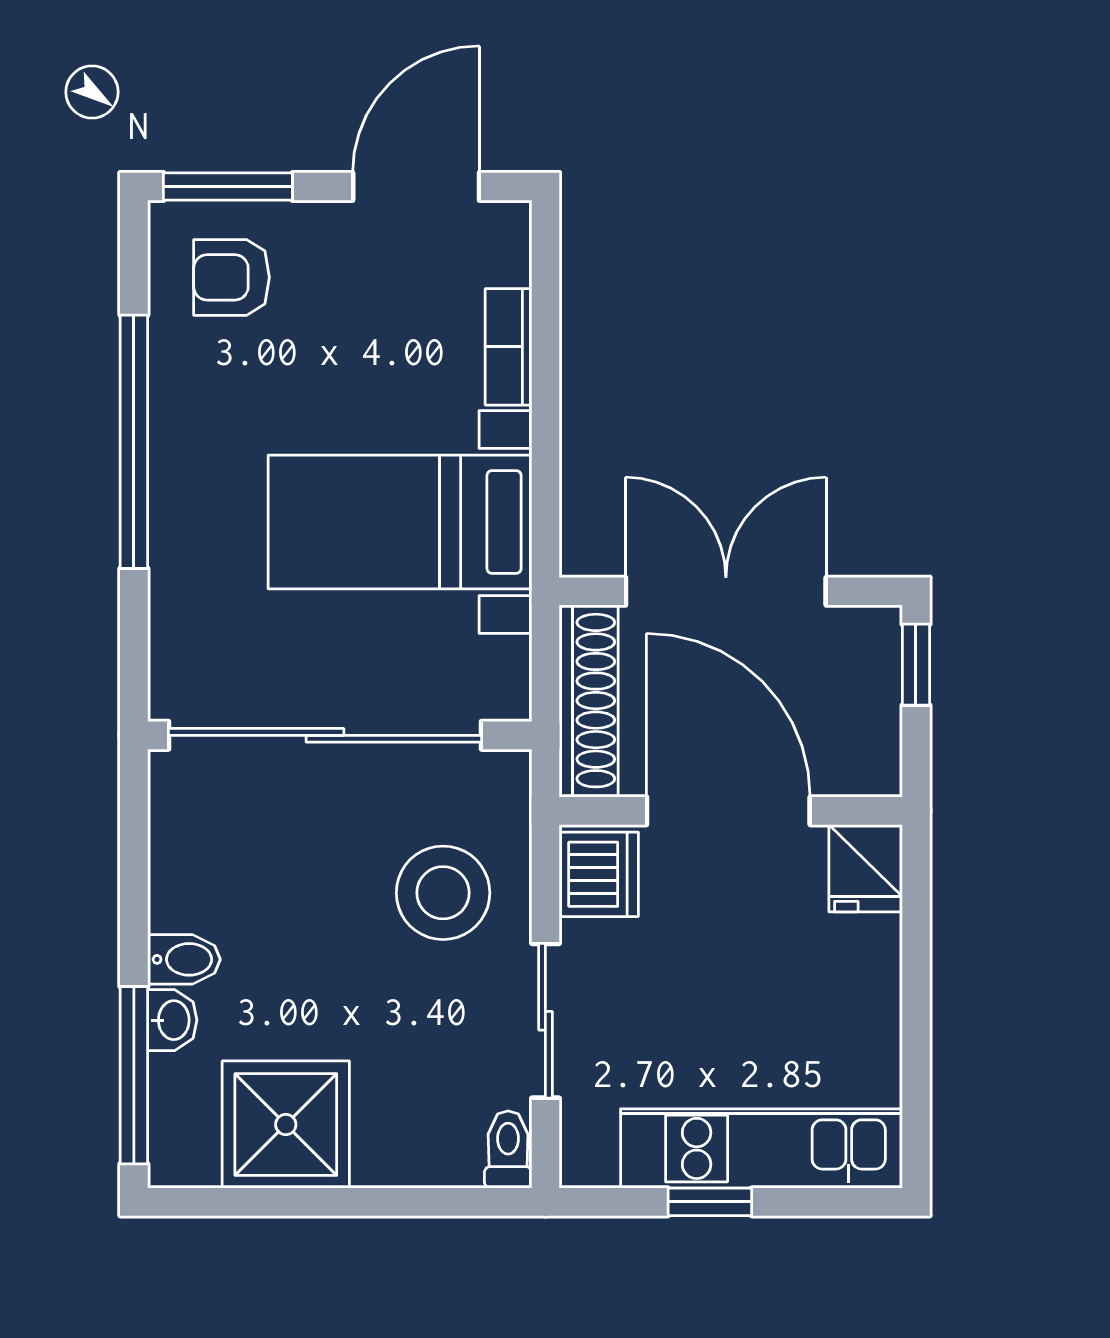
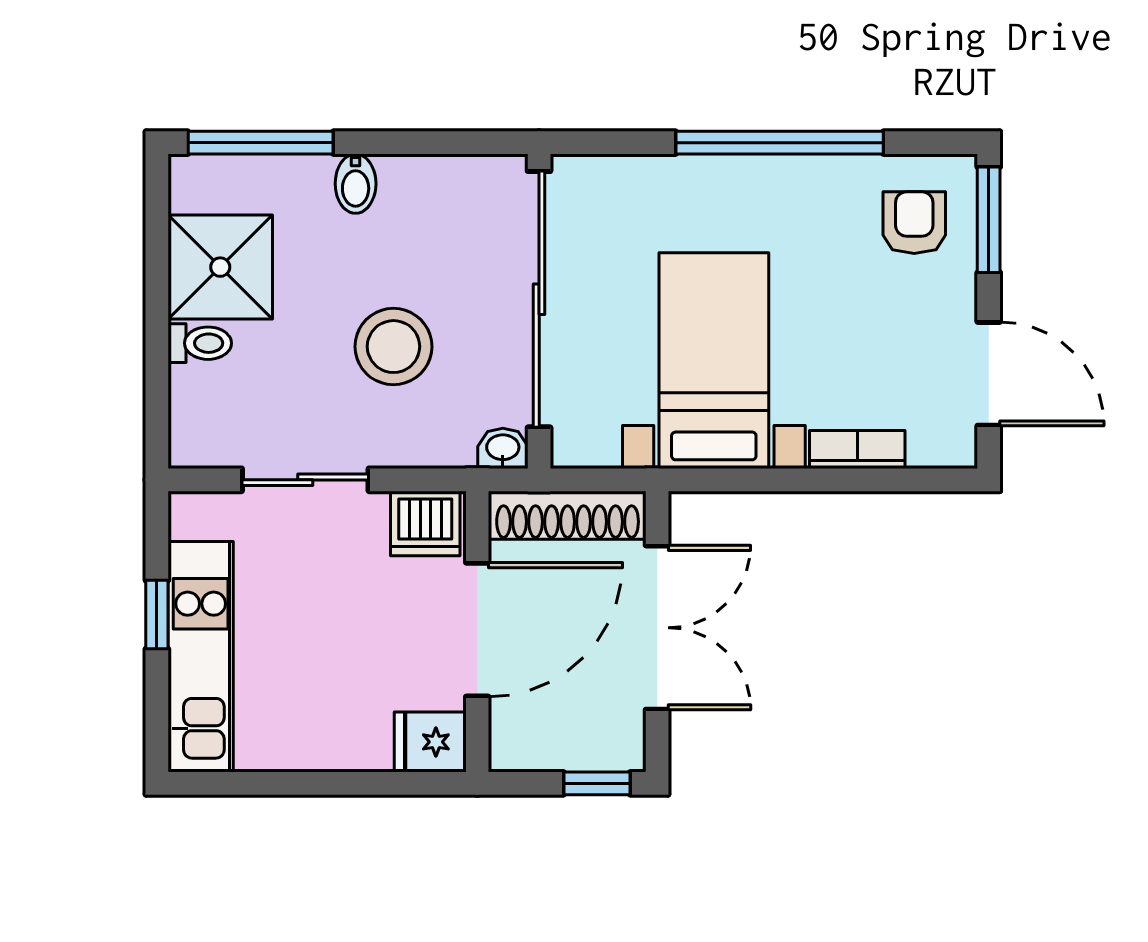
stool: (443, 893) -> (393, 347), moved
washbasin: (172, 1020) -> (503, 448), moved, turned 180
toilet: (508, 1149) -> (200, 343), moved

